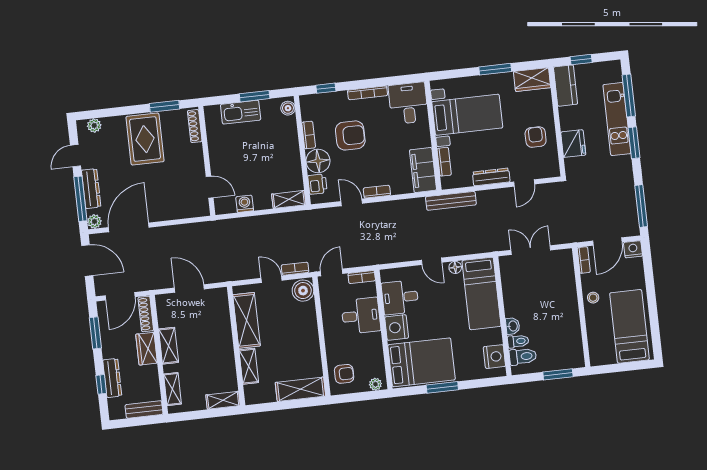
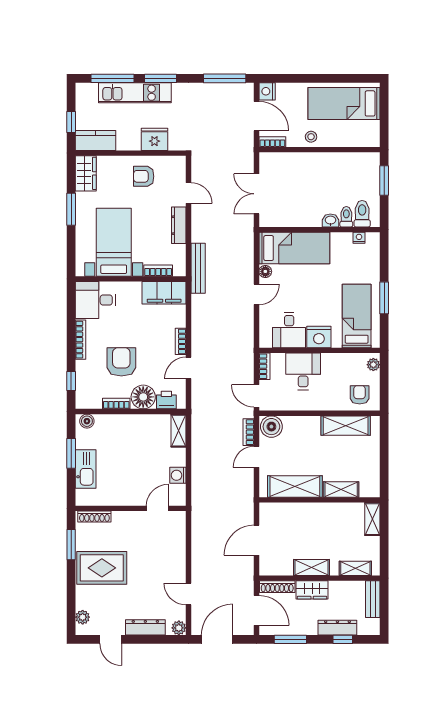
window: (80, 199) -> (154, 639), removed
door: (129, 227) -> (188, 594), width x0.53
nightstand: (494, 357) -> (359, 238), width x0.53, depth x0.56
bed: (421, 362) -> (357, 316), width x0.67
shelving: (300, 389) -> (346, 426), moved, turned 90

